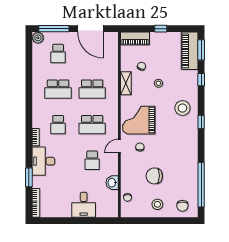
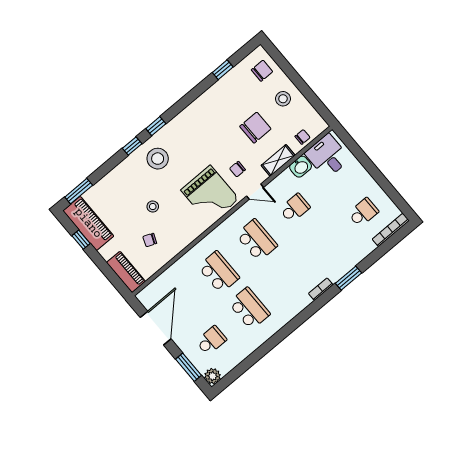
window: (54, 29) -> (189, 367), width x0.69
window: (161, 29) -> (81, 240), moved
piano: (190, 51) -> (88, 223), moved, turned -90
window: (201, 80) -> (132, 146), moved
shelving: (126, 83) -> (278, 160), moved
school desk: (58, 125) -> (363, 212), moved
desk: (43, 161) -> (339, 259), removed
chair: (154, 176) -> (255, 128), turned -91
window: (29, 177) -> (349, 278), moved
window: (201, 185) -> (223, 70), width x0.32
desk: (84, 205) -> (327, 156), moved, turned -90

